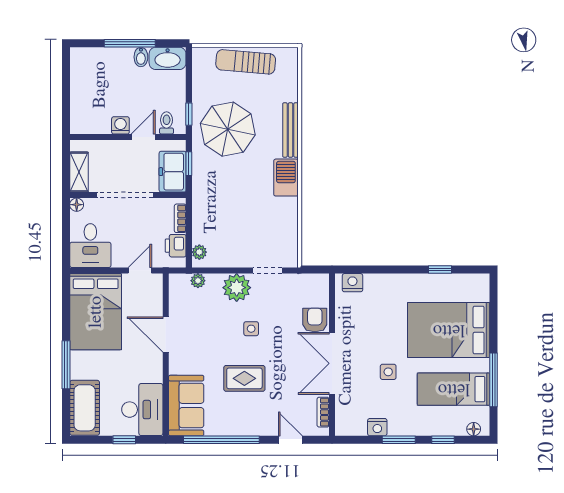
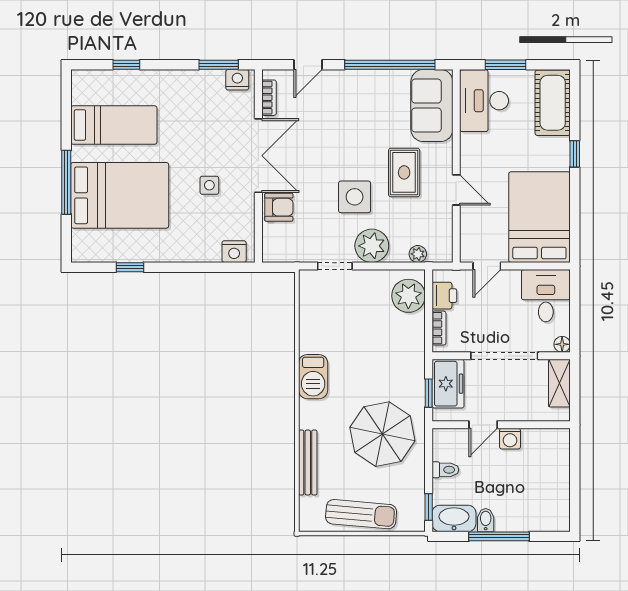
window: (189, 114) -> (429, 507), moved
toilet: (167, 123) -> (445, 470), moved, turned -90
bench: (291, 130) -> (308, 463), moved
plant: (199, 252) -> (408, 296), width x1.87, depth x1.87
armchair: (315, 320) -> (279, 207), turned -90
side table: (251, 329) -> (355, 197), width x1.87, depth x1.87
door: (166, 335) -> (456, 190), width x0.73
window: (66, 365) -> (575, 154), width x0.46
side table: (388, 372) -> (209, 185), moved
rug: (244, 378) -> (404, 172), moved, turned 90
window: (494, 380) -> (66, 182), moved
nightstand: (377, 427) -> (237, 80), moved
floor lamp: (474, 429) -> (90, 77), removed
window: (124, 440) -> (505, 65), width x1.50
door: (290, 440) -> (308, 65), hinge flipped
window: (399, 440) -> (219, 65), moved

